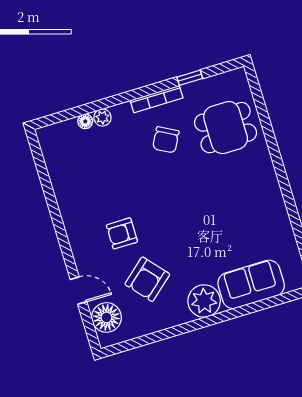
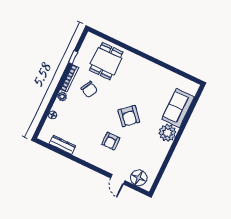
plant: (102, 117) -> (62, 96), moved
dresser: (57, 172) -> (62, 145), added
armchair: (147, 279) -> (129, 116), moved
door: (78, 291) -> (118, 179), swing flipped

